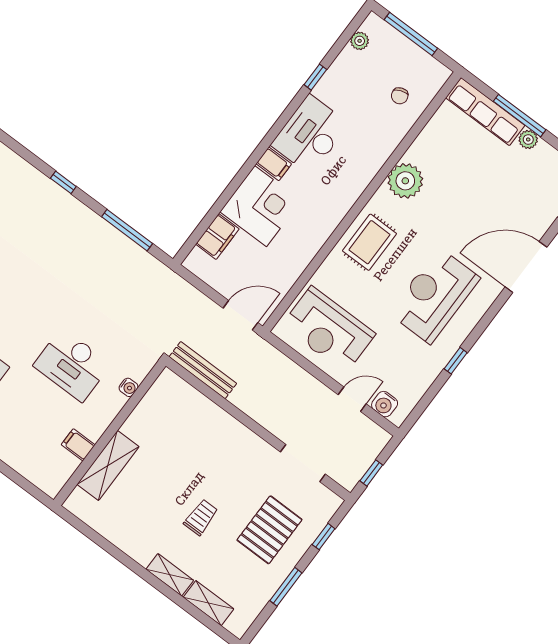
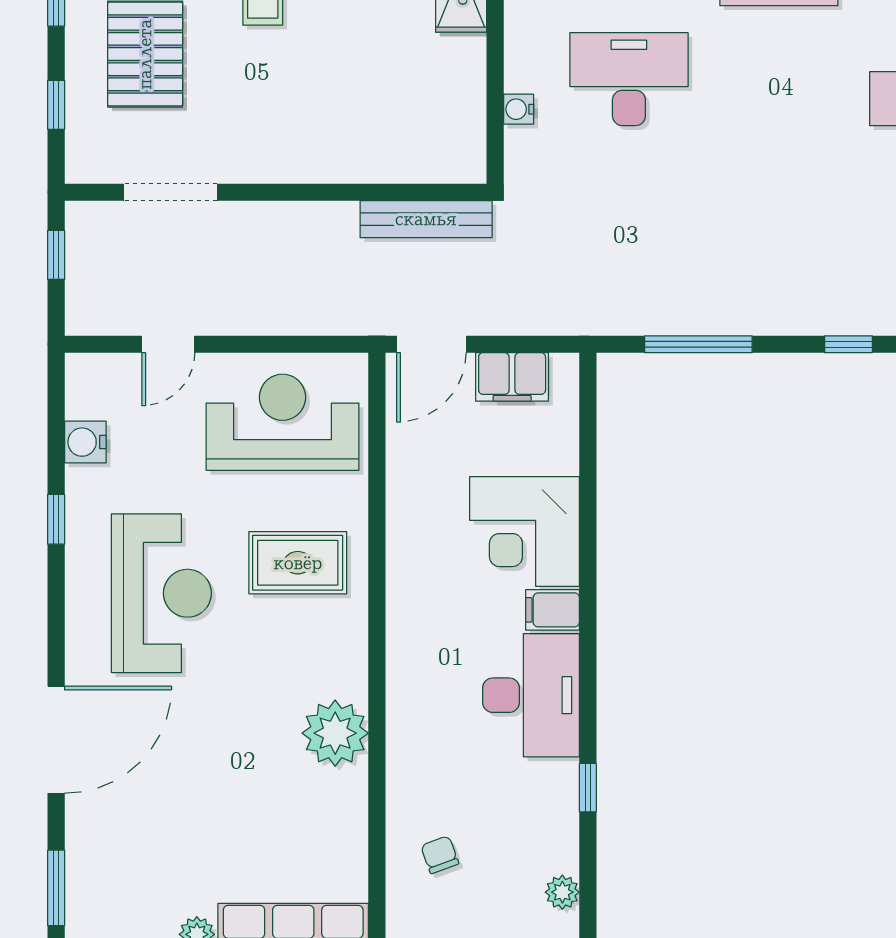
filing cabinet: (217, 237) -> (512, 377), moved, turned -90
rug: (370, 242) -> (298, 563), moved, turned 90
water cooler: (385, 404) -> (85, 442), moved, turned -90

